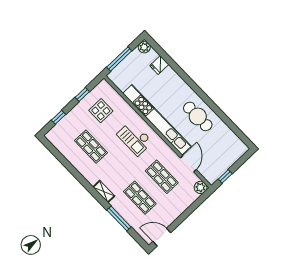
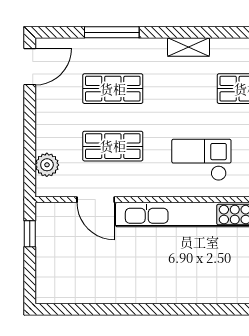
cafe table: (198, 116) -> (148, 275), removed
plant: (201, 187) -> (47, 165), moved
shelving: (104, 192) -> (189, 47), moved

